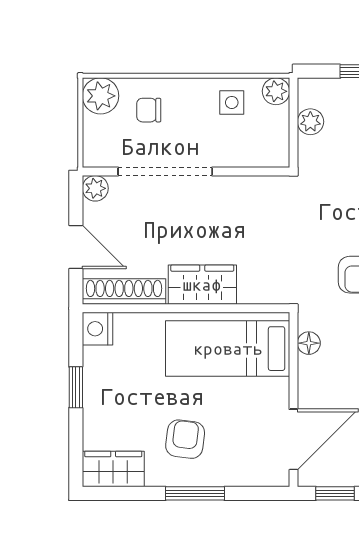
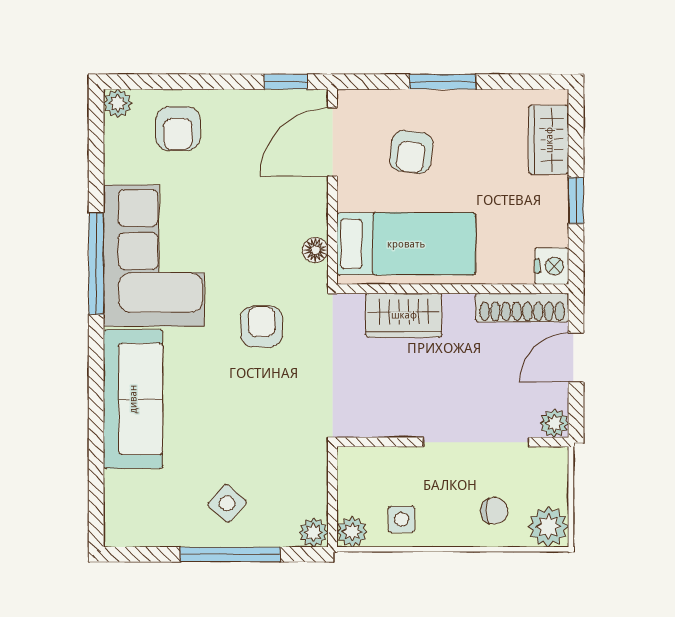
plant: (310, 122) -> (313, 532), moved
door: (76, 247) -> (576, 358), hinge flipped
wardrobe: (202, 285) -> (404, 315), moved
armchair: (185, 439) -> (411, 152), moved
wardrobe: (113, 469) -> (549, 140), moved, turned 90

